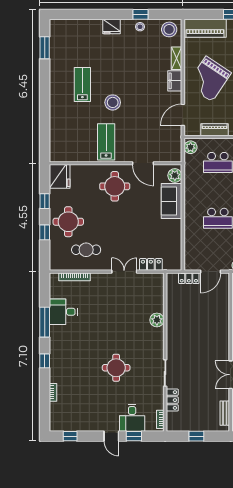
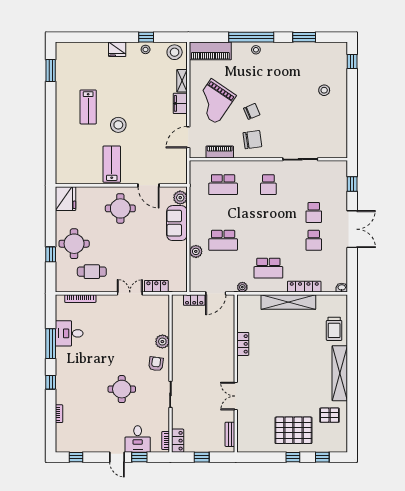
lab bench: (82, 84) -> (88, 107), turned 180
plant: (191, 147) -> (196, 251), moved
window: (45, 201) -> (51, 223), removed
armchair: (151, 342) -> (156, 364), added
locker: (172, 400) -> (178, 441), moved

